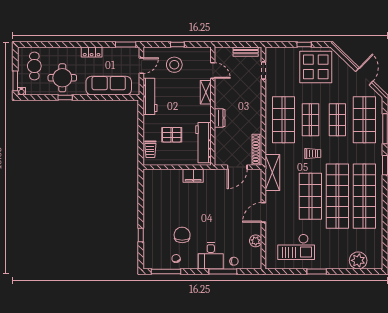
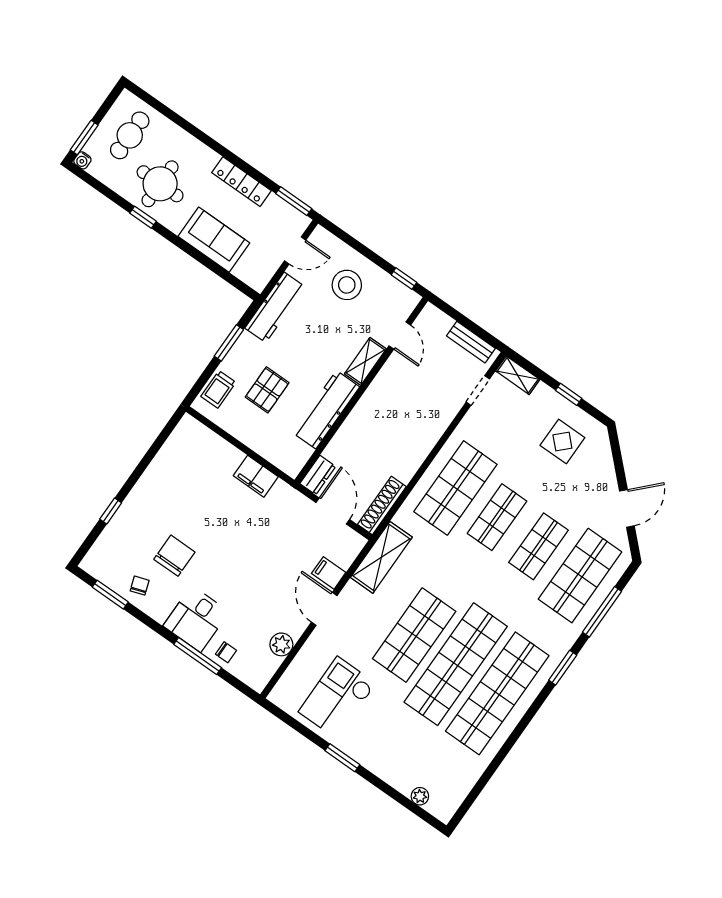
window: (177, 45) -> (404, 279), moved
locker: (92, 52) -> (241, 182), width x1.53
shelving: (276, 52) -> (518, 375), added
display table: (316, 67) -> (562, 442), width x0.54, depth x0.54
sofa: (109, 86) -> (214, 240), width x0.73
dresser: (220, 118) -> (318, 475), moved
window: (141, 126) -> (229, 343), added
pallet: (172, 135) -> (267, 390), turned 90
workbench: (203, 143) -> (326, 410), moved
trolley: (313, 153) -> (464, 572), removed
door: (237, 167) -> (333, 511), swing flipped
filing cabinet: (254, 195) -> (329, 573), added
door: (263, 212) -> (324, 609), hinge flipped
checkout: (296, 247) -> (337, 698), turned 90
plant: (358, 260) -> (420, 796), width x0.53, depth x0.53
window: (166, 271) -> (110, 595), width x0.69

